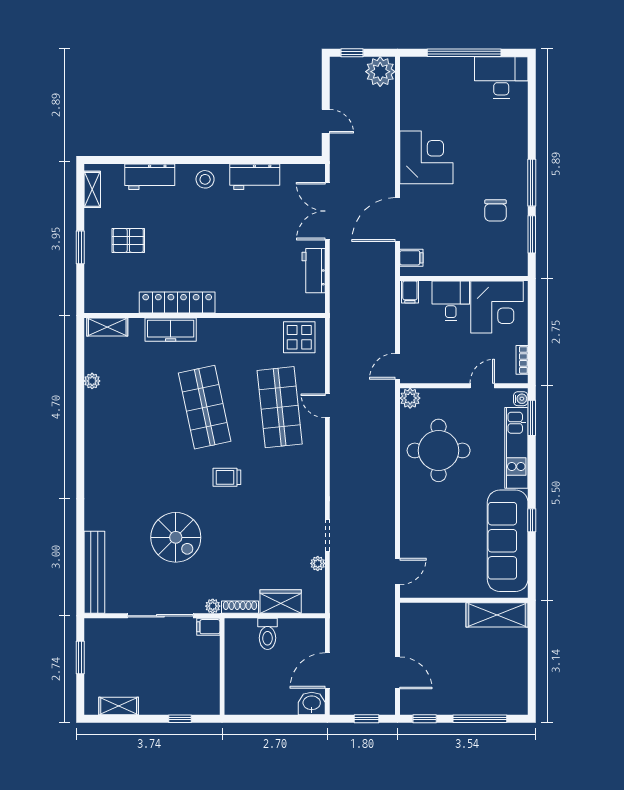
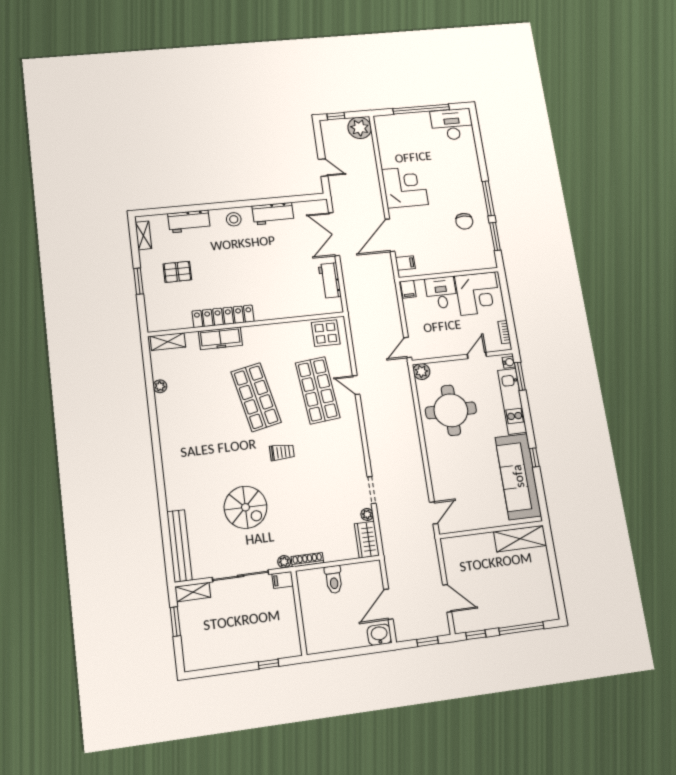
trolley: (227, 477) -> (282, 452), turned 180
wardrobe: (281, 602) -> (367, 540), moved, turned -90
shelving: (119, 706) -> (193, 592), moved

